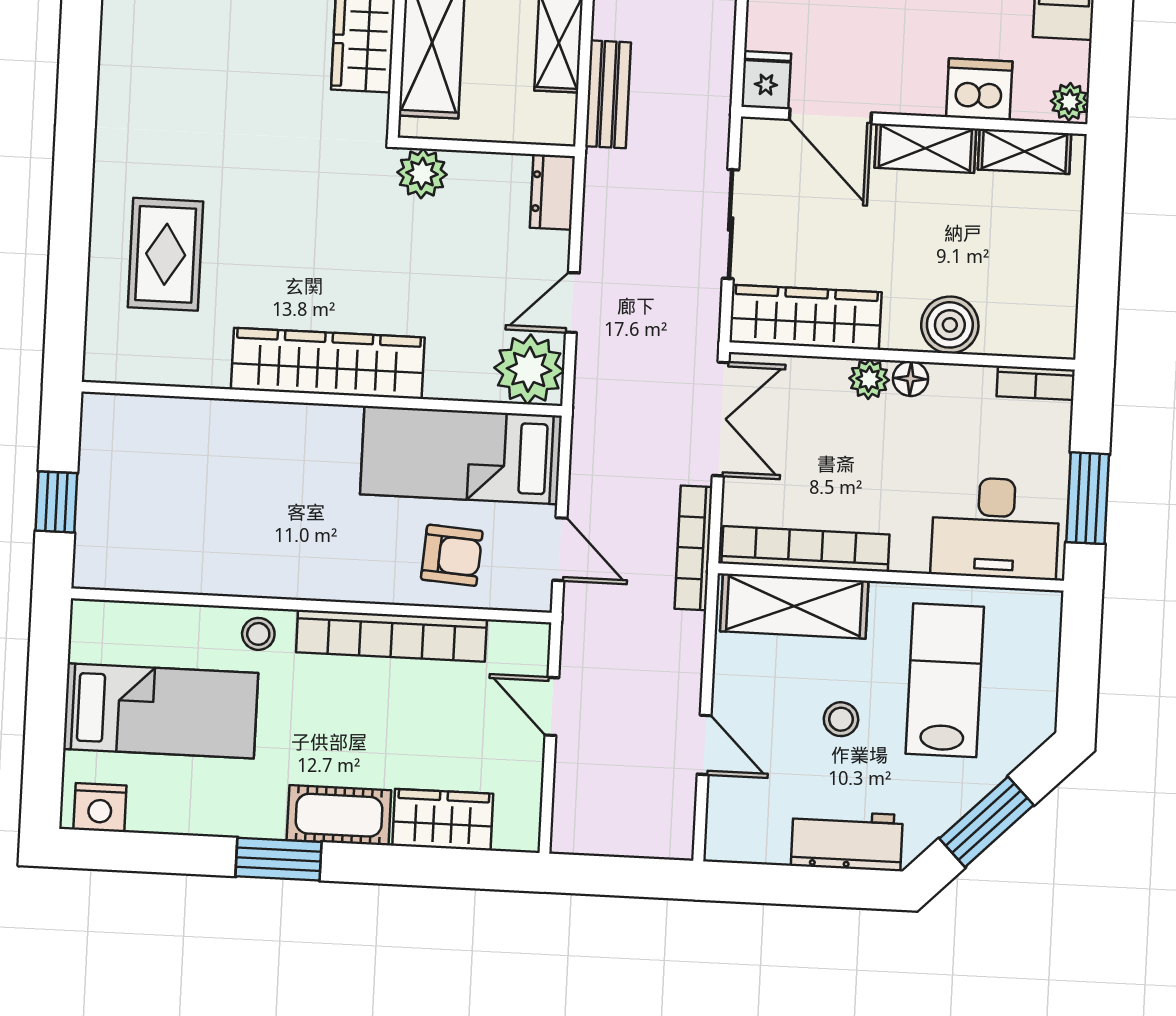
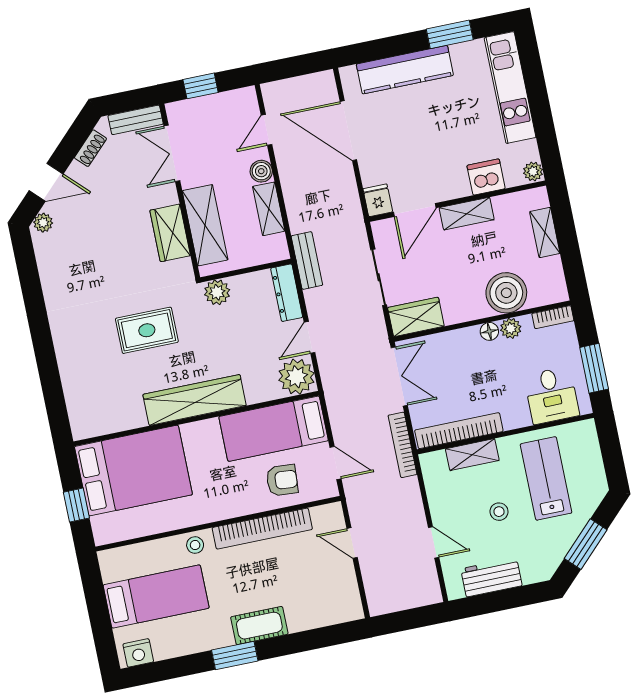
bench: (608, 94) -> (307, 261), moved
door: (830, 116) -> (415, 210), hinge flipped
shelving: (1024, 151) -> (545, 232), moved, turned 90
dresser: (552, 192) -> (287, 293), width x1.44
rug: (166, 254) -> (147, 330), moved, turned 90
wardrobe: (806, 317) -> (416, 317), width x0.67
boiler: (950, 325) -> (506, 293), width x1.37, depth x1.37
plant: (869, 379) -> (511, 328), moved
bed: (180, 465) -> (133, 471), added
desk: (995, 528) -> (552, 395), width x0.73
shelving: (794, 606) -> (472, 455), width x0.67, depth x0.75
wardrobe: (443, 820) -> (312, 614), removed
workbench: (847, 840) -> (491, 577), moved

